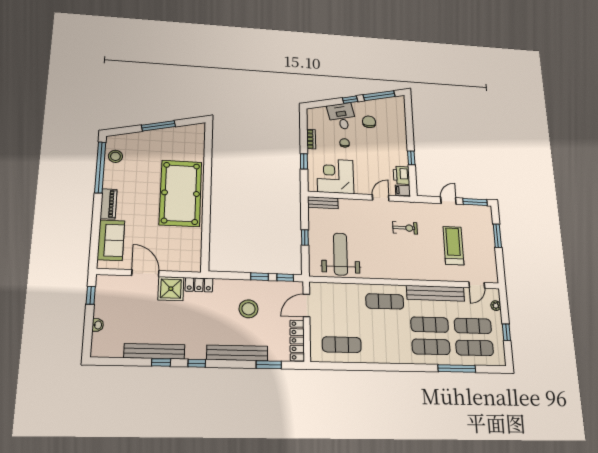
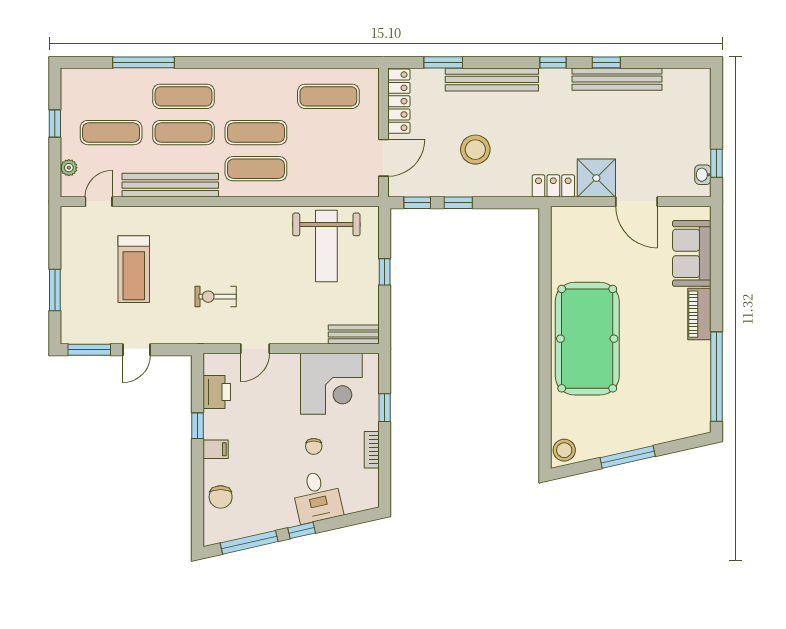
chair: (369, 122) -> (221, 497), moved
stool: (115, 156) -> (564, 450), moved
filing cabinet: (403, 190) -> (216, 449), moved
washbasin: (98, 325) -> (703, 175), moved
exercise mat: (475, 348) -> (256, 133), moved

